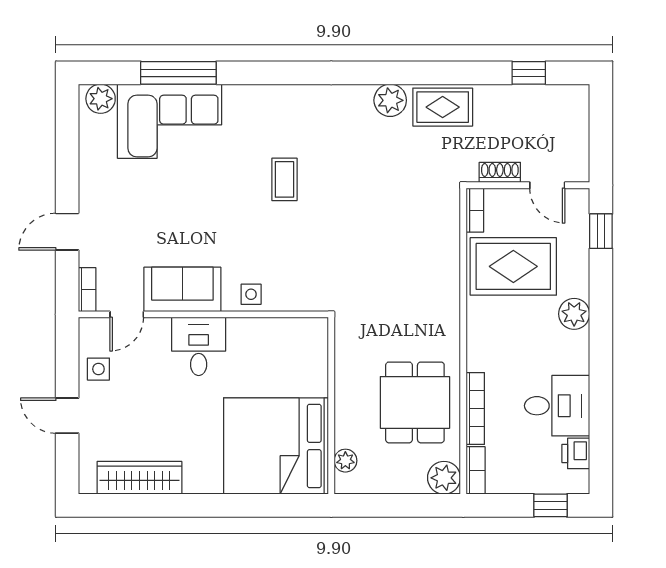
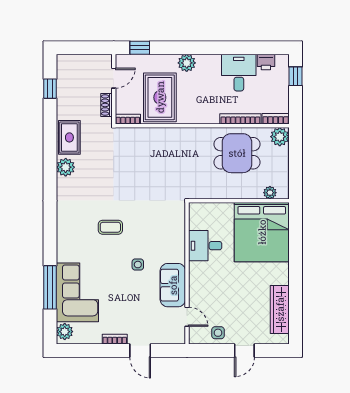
bookcase: (87, 290) -> (115, 339), moved
side table: (251, 294) -> (138, 265), moved
desk: (199, 346) -> (205, 246), moved

